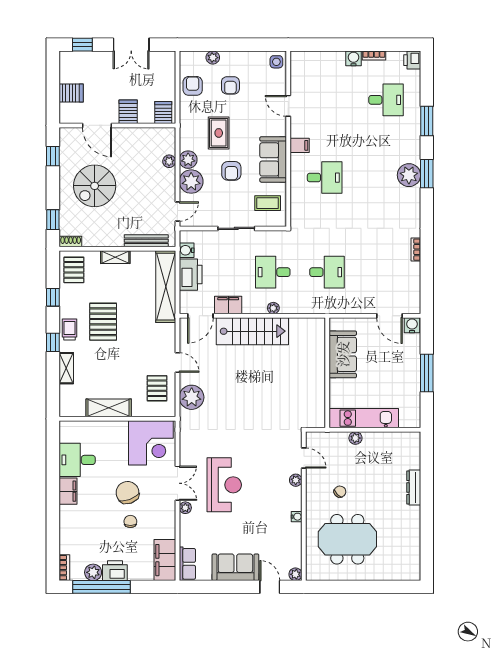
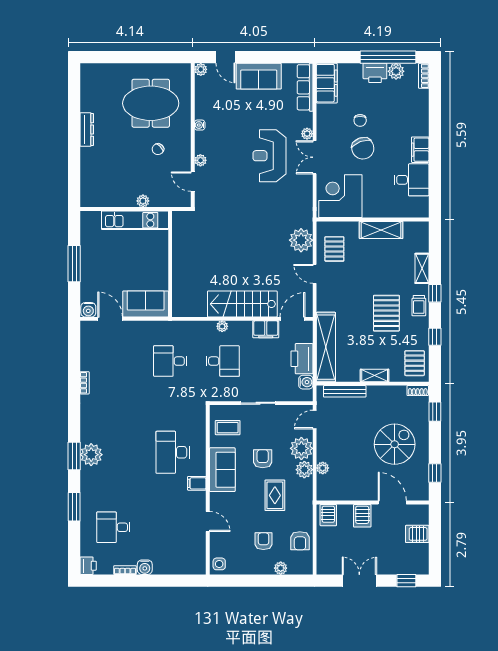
desk: (325, 178) -> (173, 452), width x1.37
sofa: (343, 354) -> (146, 304), moved, turned 90
dresser: (414, 488) -> (87, 130), moved
row of seats: (187, 564) -> (305, 87), width x1.48

